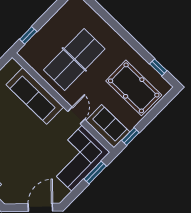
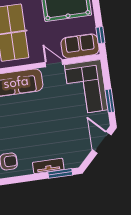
window: (95, 173) -> (110, 101), moved

